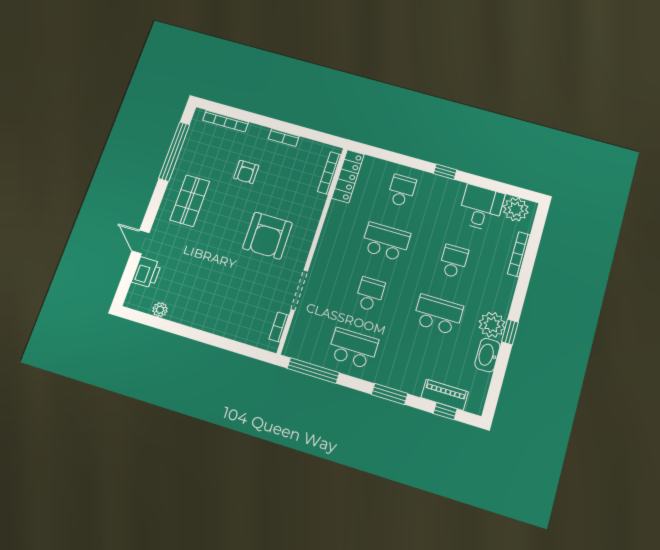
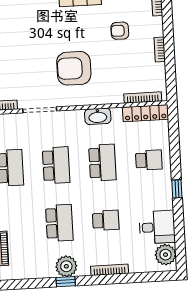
bookcase: (519, 254) -> (110, 270), moved
school desk: (370, 294) -> (56, 165), width x1.85
washbasin: (487, 355) -> (98, 116), moved, turned 180

